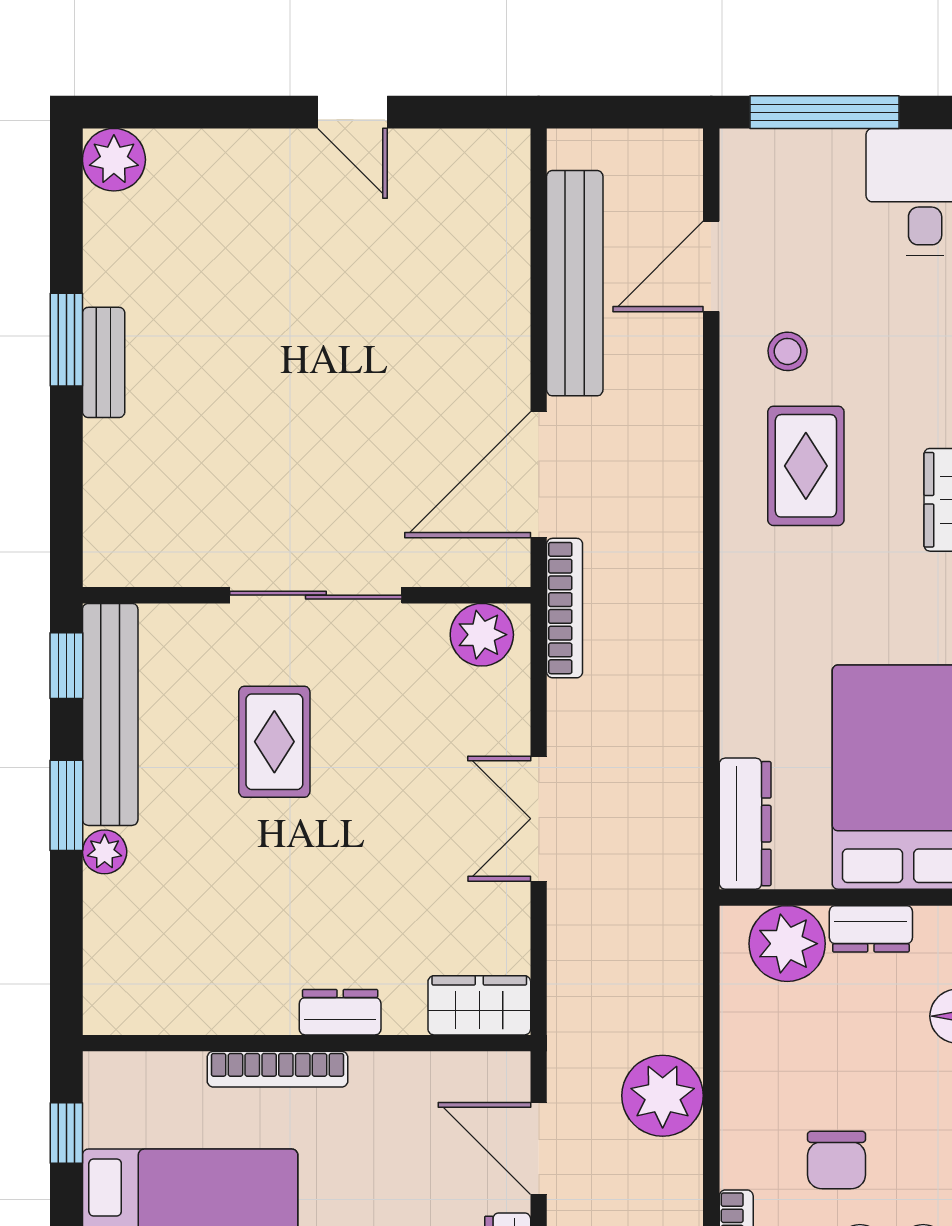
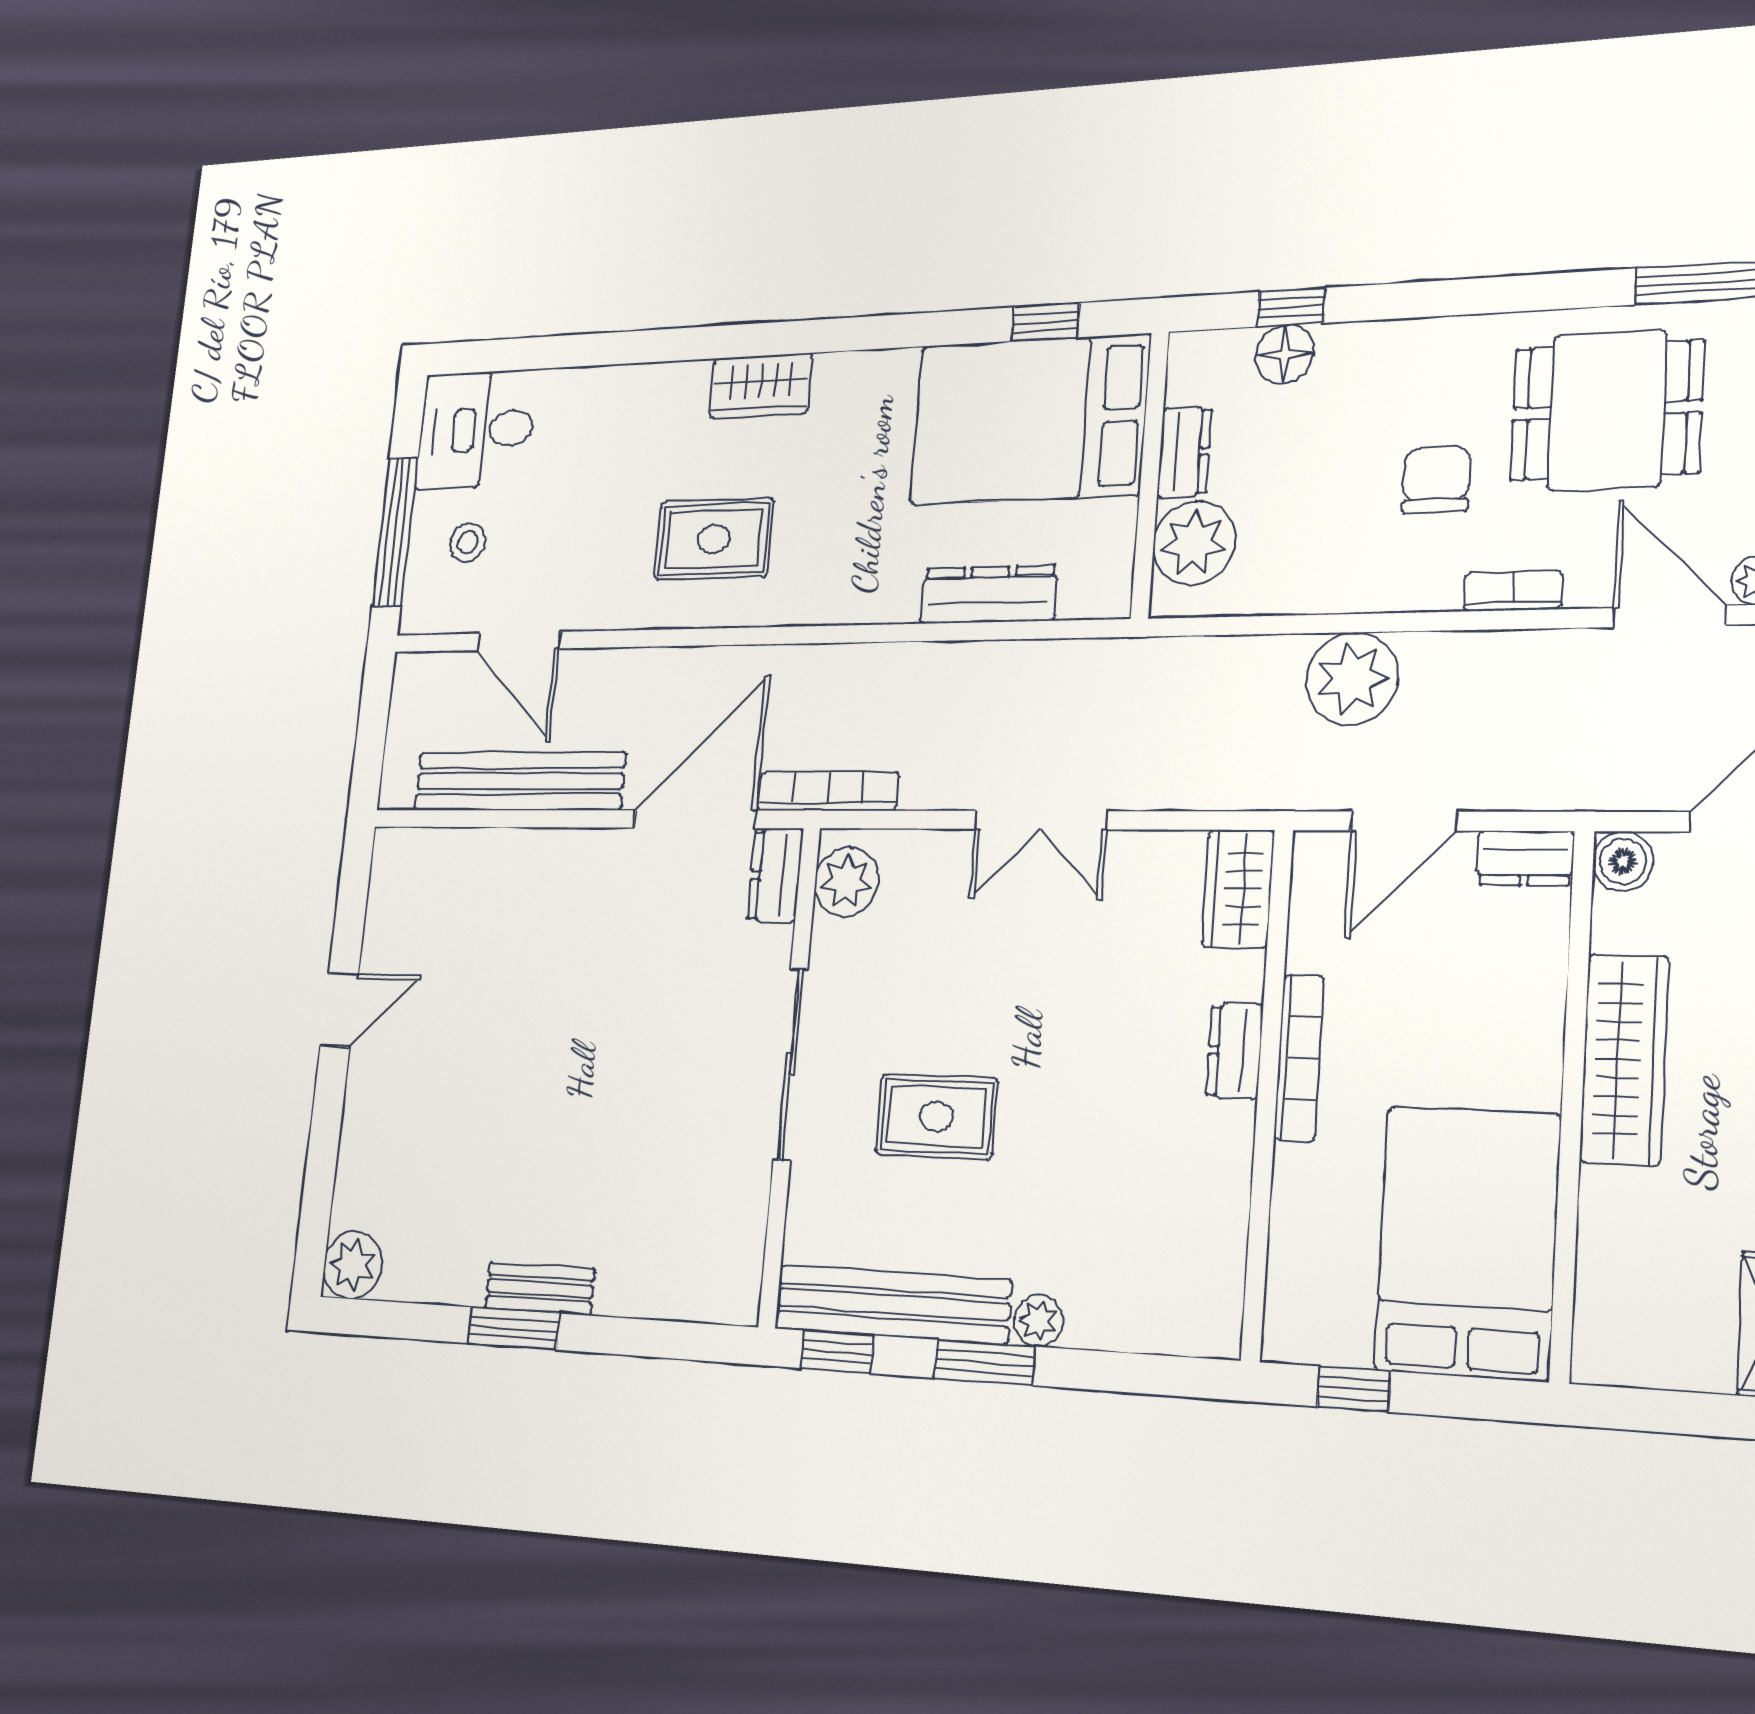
stool: (788, 351) -> (468, 542), moved
door: (539, 475) -> (695, 819), swing flipped
dresser: (487, 563) -> (775, 875), added
dresser: (745, 824) -> (988, 595), moved
bookcase: (277, 1069) -> (1299, 1058), moved
chair: (837, 1160) -> (1436, 480), turned -90

